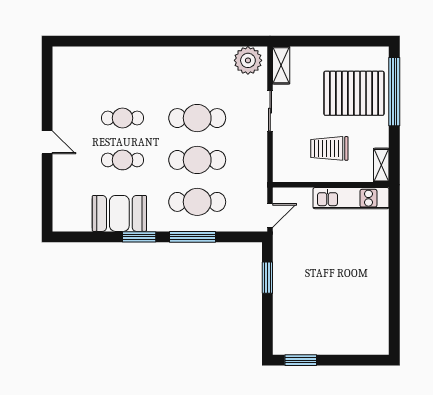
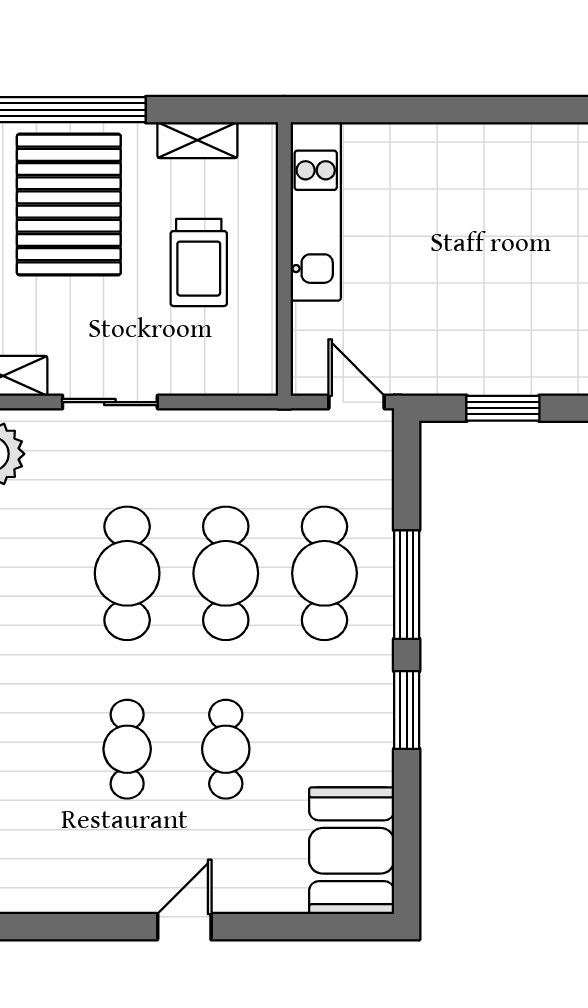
shelving: (381, 165) -> (197, 140), moved
booth: (119, 213) -> (352, 851), moved

